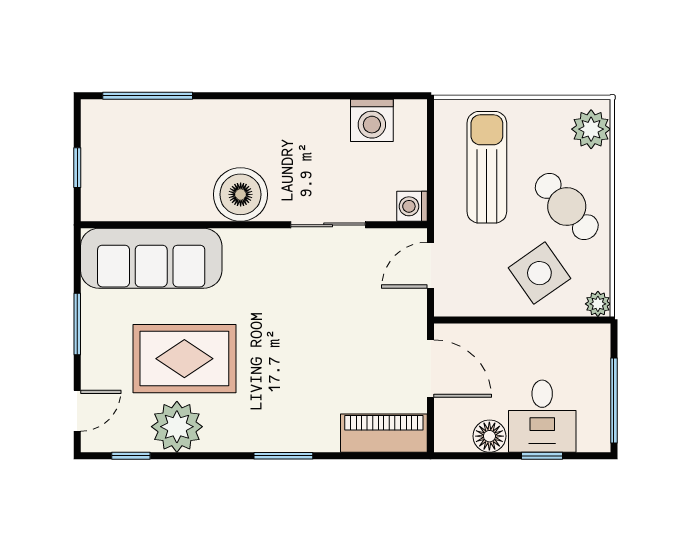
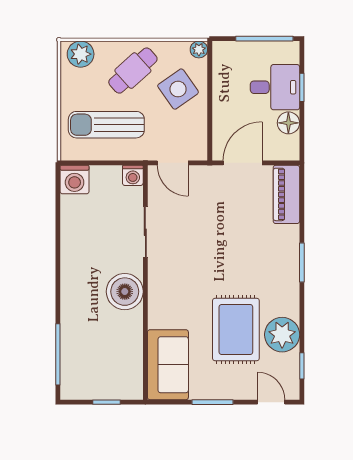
washing machine: (372, 120) -> (75, 180), moved, turned 90
sofa: (151, 258) -> (168, 365), width x0.73

